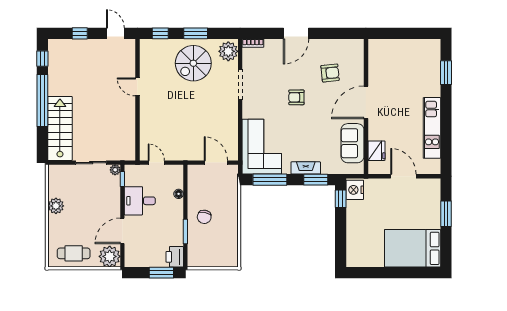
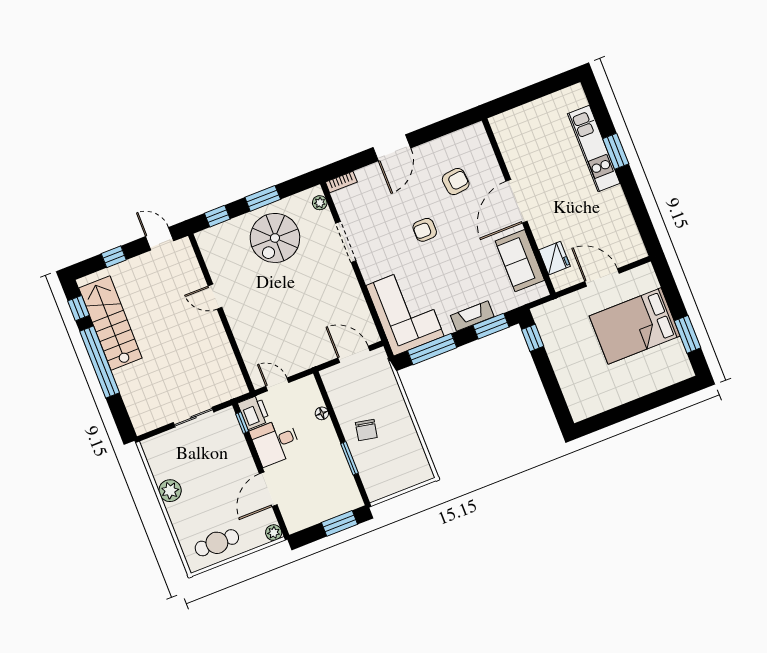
plant: (228, 51) -> (320, 203), width x0.53, depth x0.53
window: (446, 73) -> (616, 151), moved
stairs: (60, 128) -> (110, 323), moved
kitchen unit: (432, 128) -> (594, 148), moved
plant: (115, 170) -> (228, 414), removed
nightstand: (355, 190) -> (546, 319), removed
window: (446, 214) -> (687, 334), moved
bed: (413, 248) -> (635, 326), moved
plant: (110, 256) -> (274, 533), width x0.53, depth x0.53
printer: (175, 257) -> (254, 412), moved, turned 180

